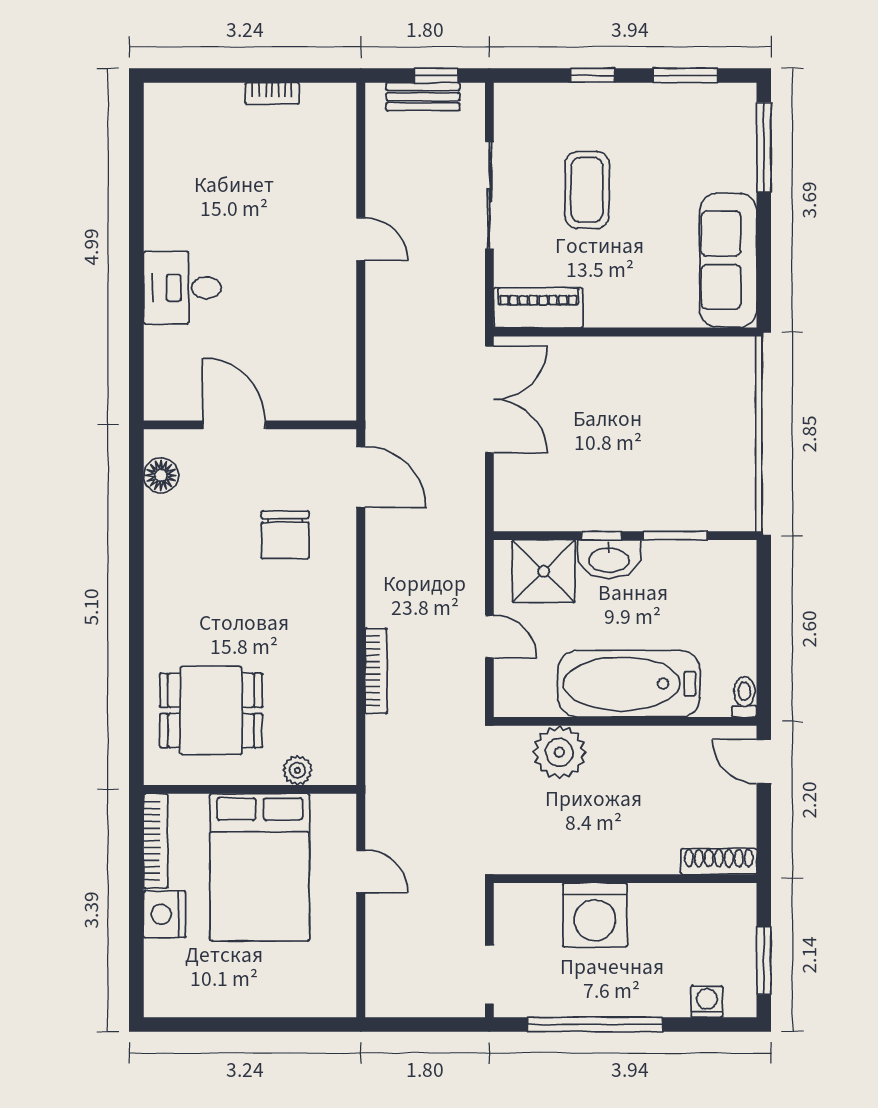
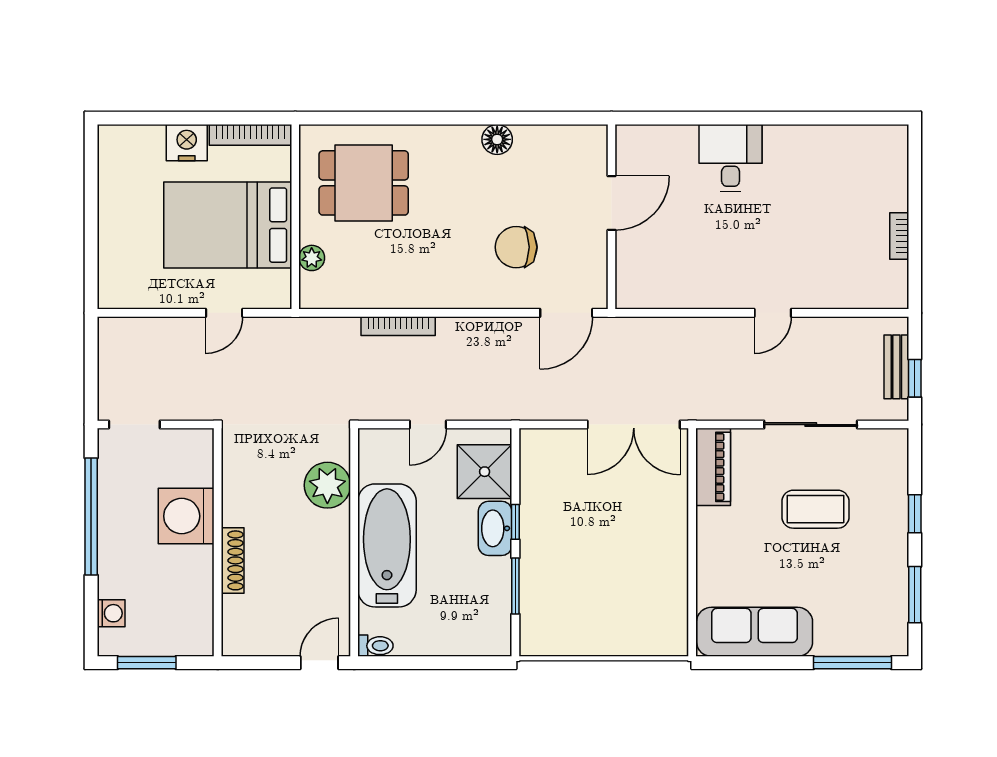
floor lamp: (161, 475) -> (497, 139), moved
dining table: (211, 710) -> (364, 183), turned 90
shoe rack: (719, 861) -> (233, 560), moved

